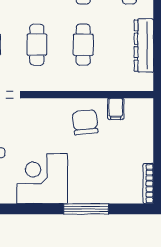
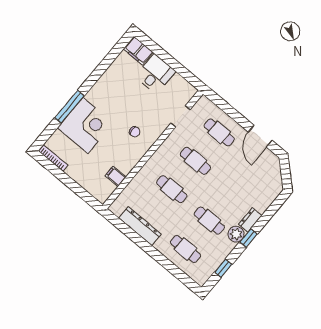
chair: (85, 122) -> (135, 132), moved, width x0.54, depth x0.54
corner desk: (42, 179) -> (85, 125), moved

